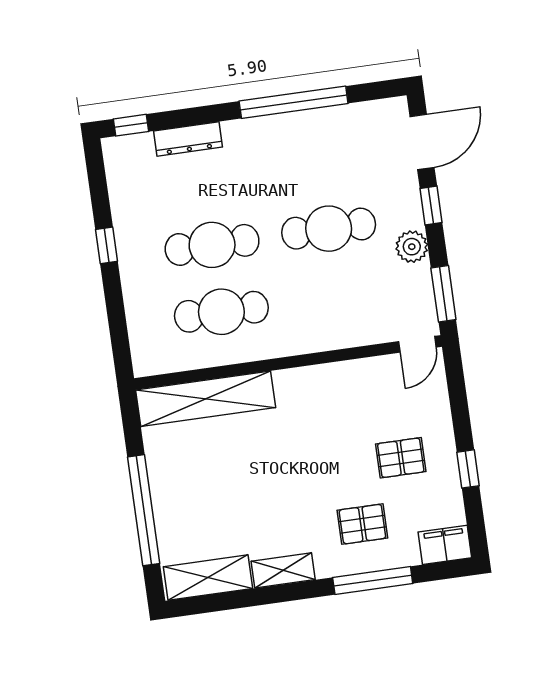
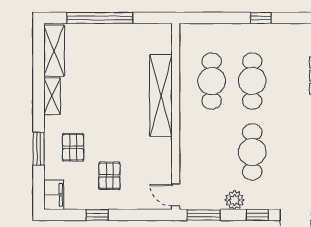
shelving: (206, 399) -> (161, 96), moved
window: (373, 581) -> (39, 149), width x0.69

